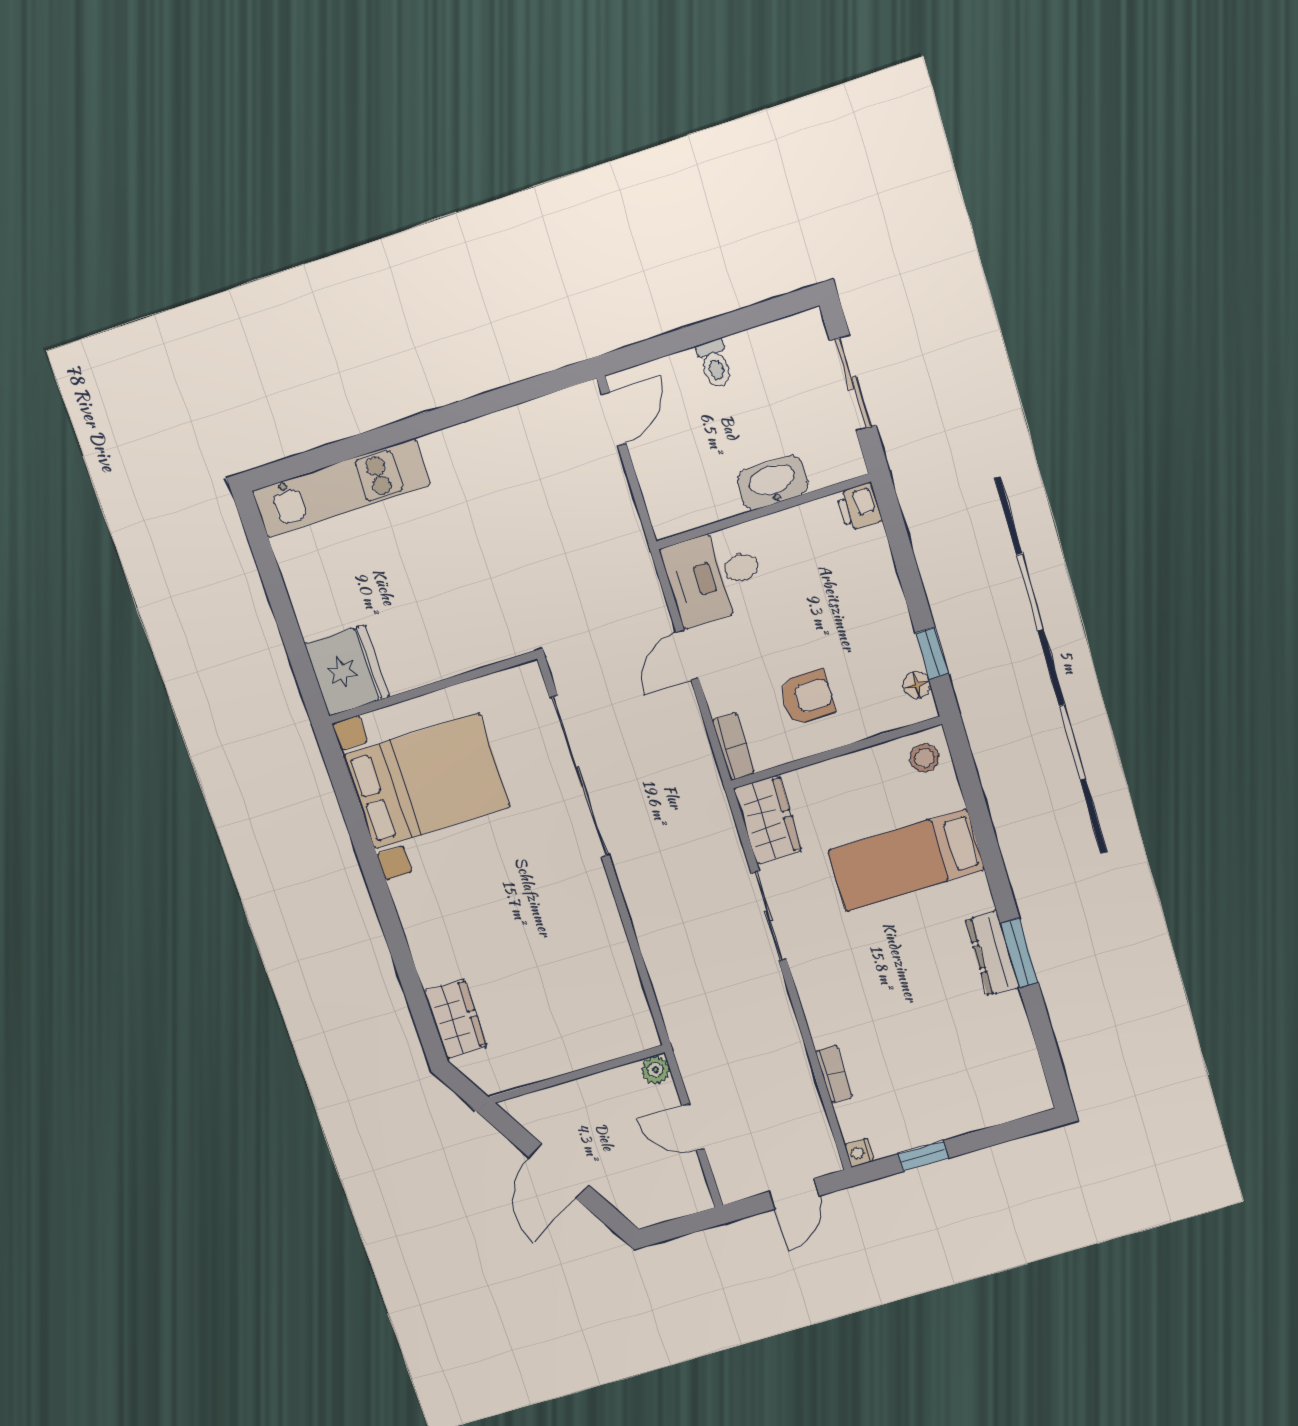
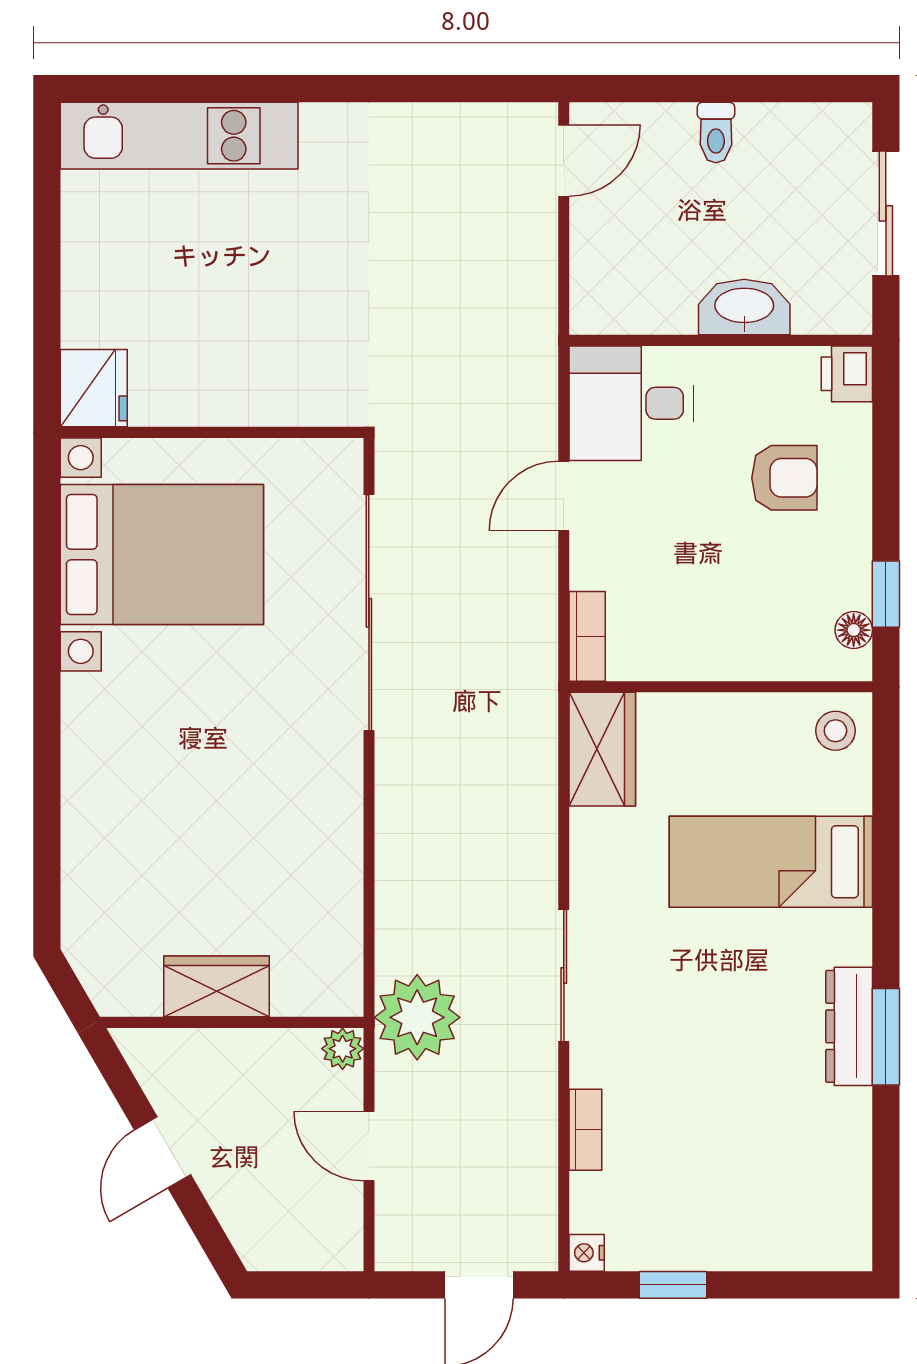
fridge: (347, 671) -> (94, 388), width x0.73, depth x0.75
armchair: (807, 697) -> (784, 478), moved
sliding door: (769, 917) -> (564, 976), moved
wardrobe: (455, 1019) -> (216, 986), moved, turned -90
plant: (698, 1035) -> (417, 1017), added
door: (559, 1171) -> (163, 1152), width x0.73

